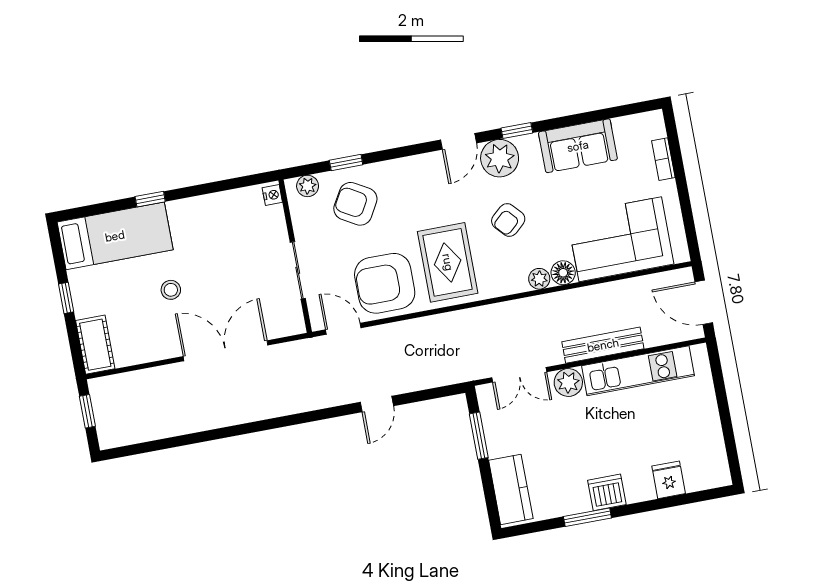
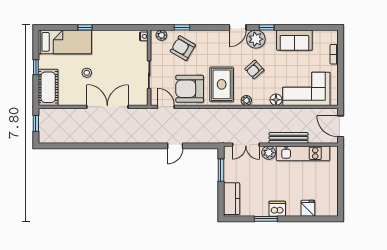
plant: (539, 279) -> (246, 100), moved
cot: (95, 345) -> (48, 87), width x1.37, depth x1.34

